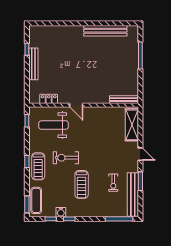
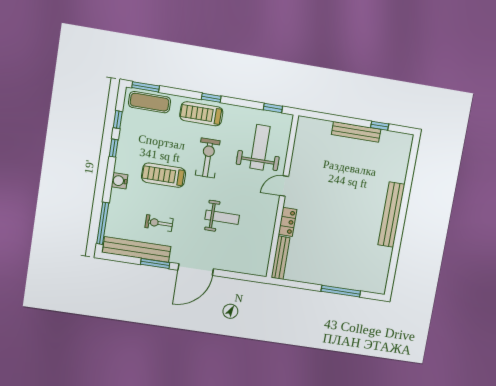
bench: (105, 31) -> (391, 215), moved
locker: (49, 99) -> (288, 222), moved
shelving: (132, 125) -> (241, 264), removed
weight bench: (103, 142) -> (222, 217), added
door: (140, 154) -> (196, 270), width x1.88
water cooler: (61, 212) -> (120, 181), moved

